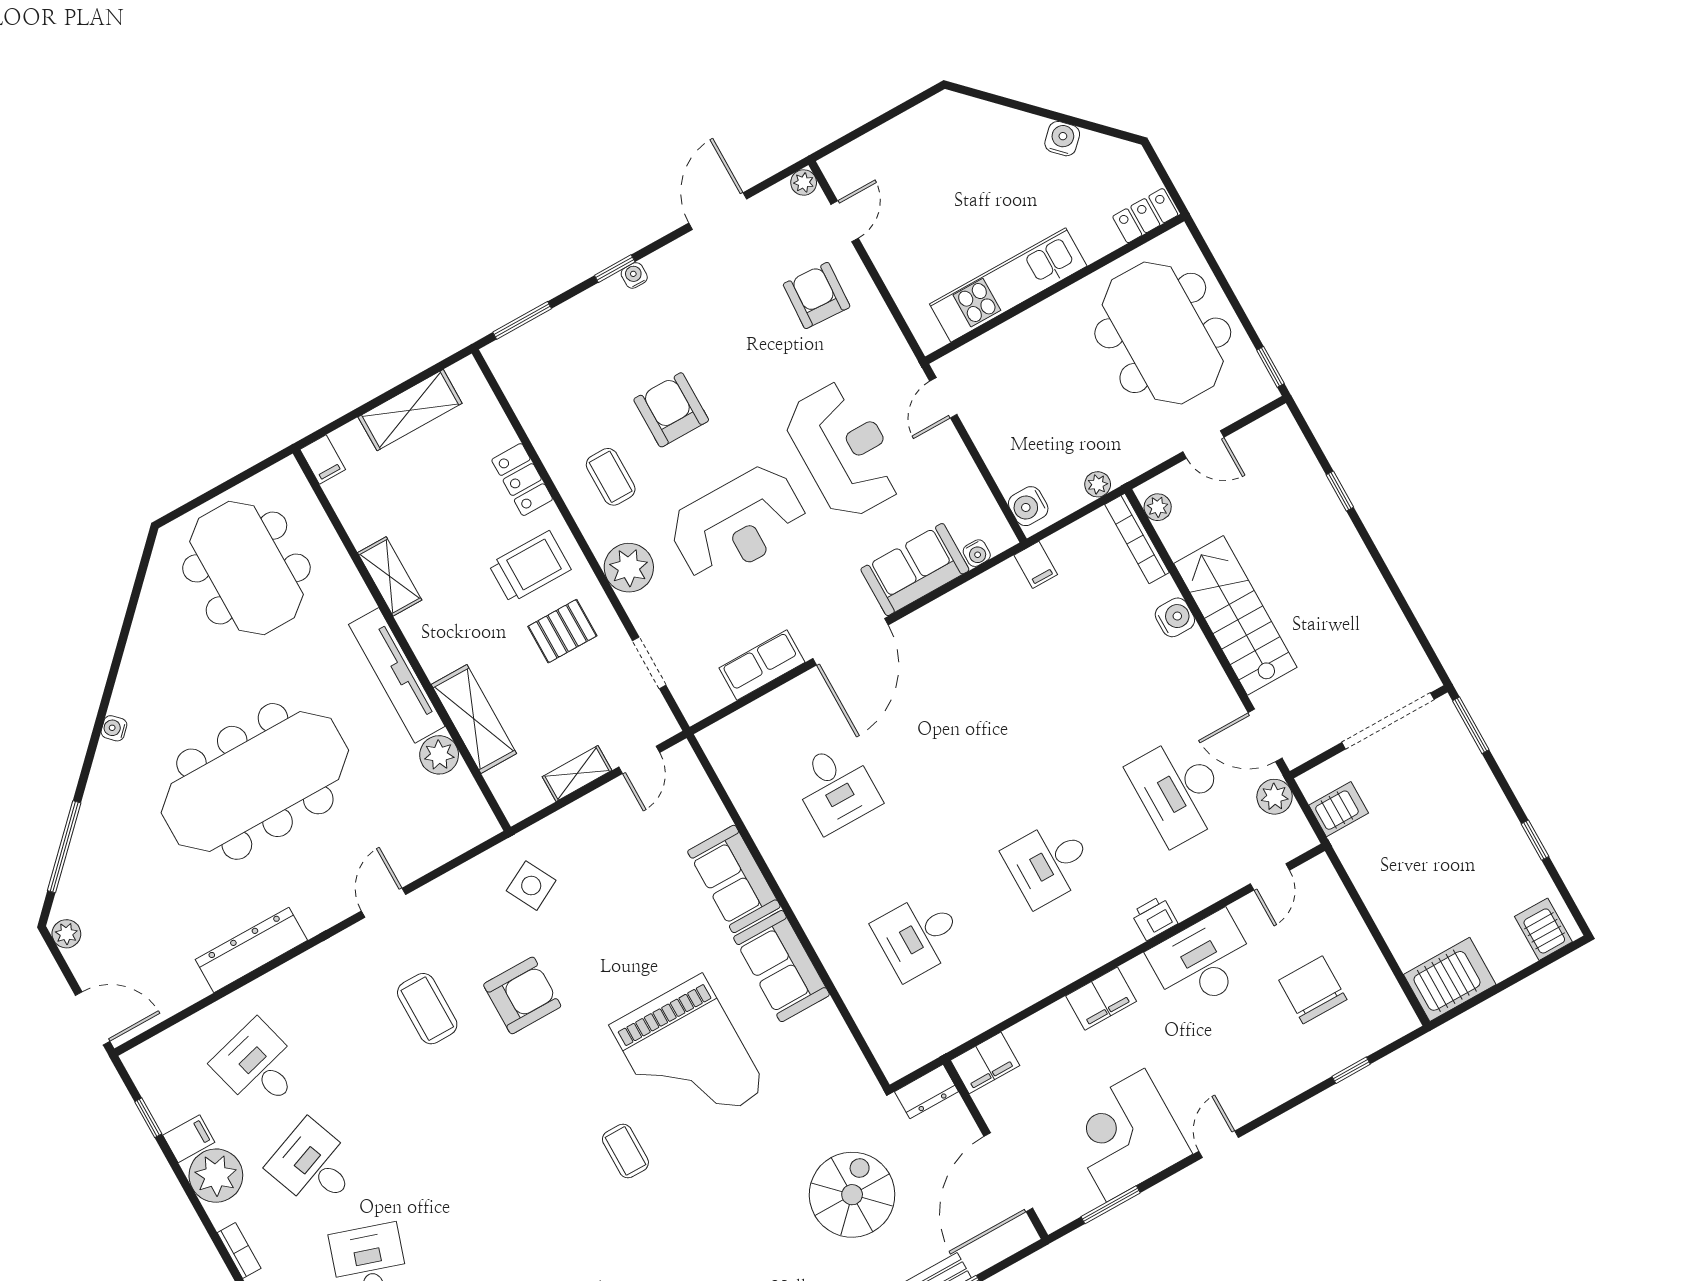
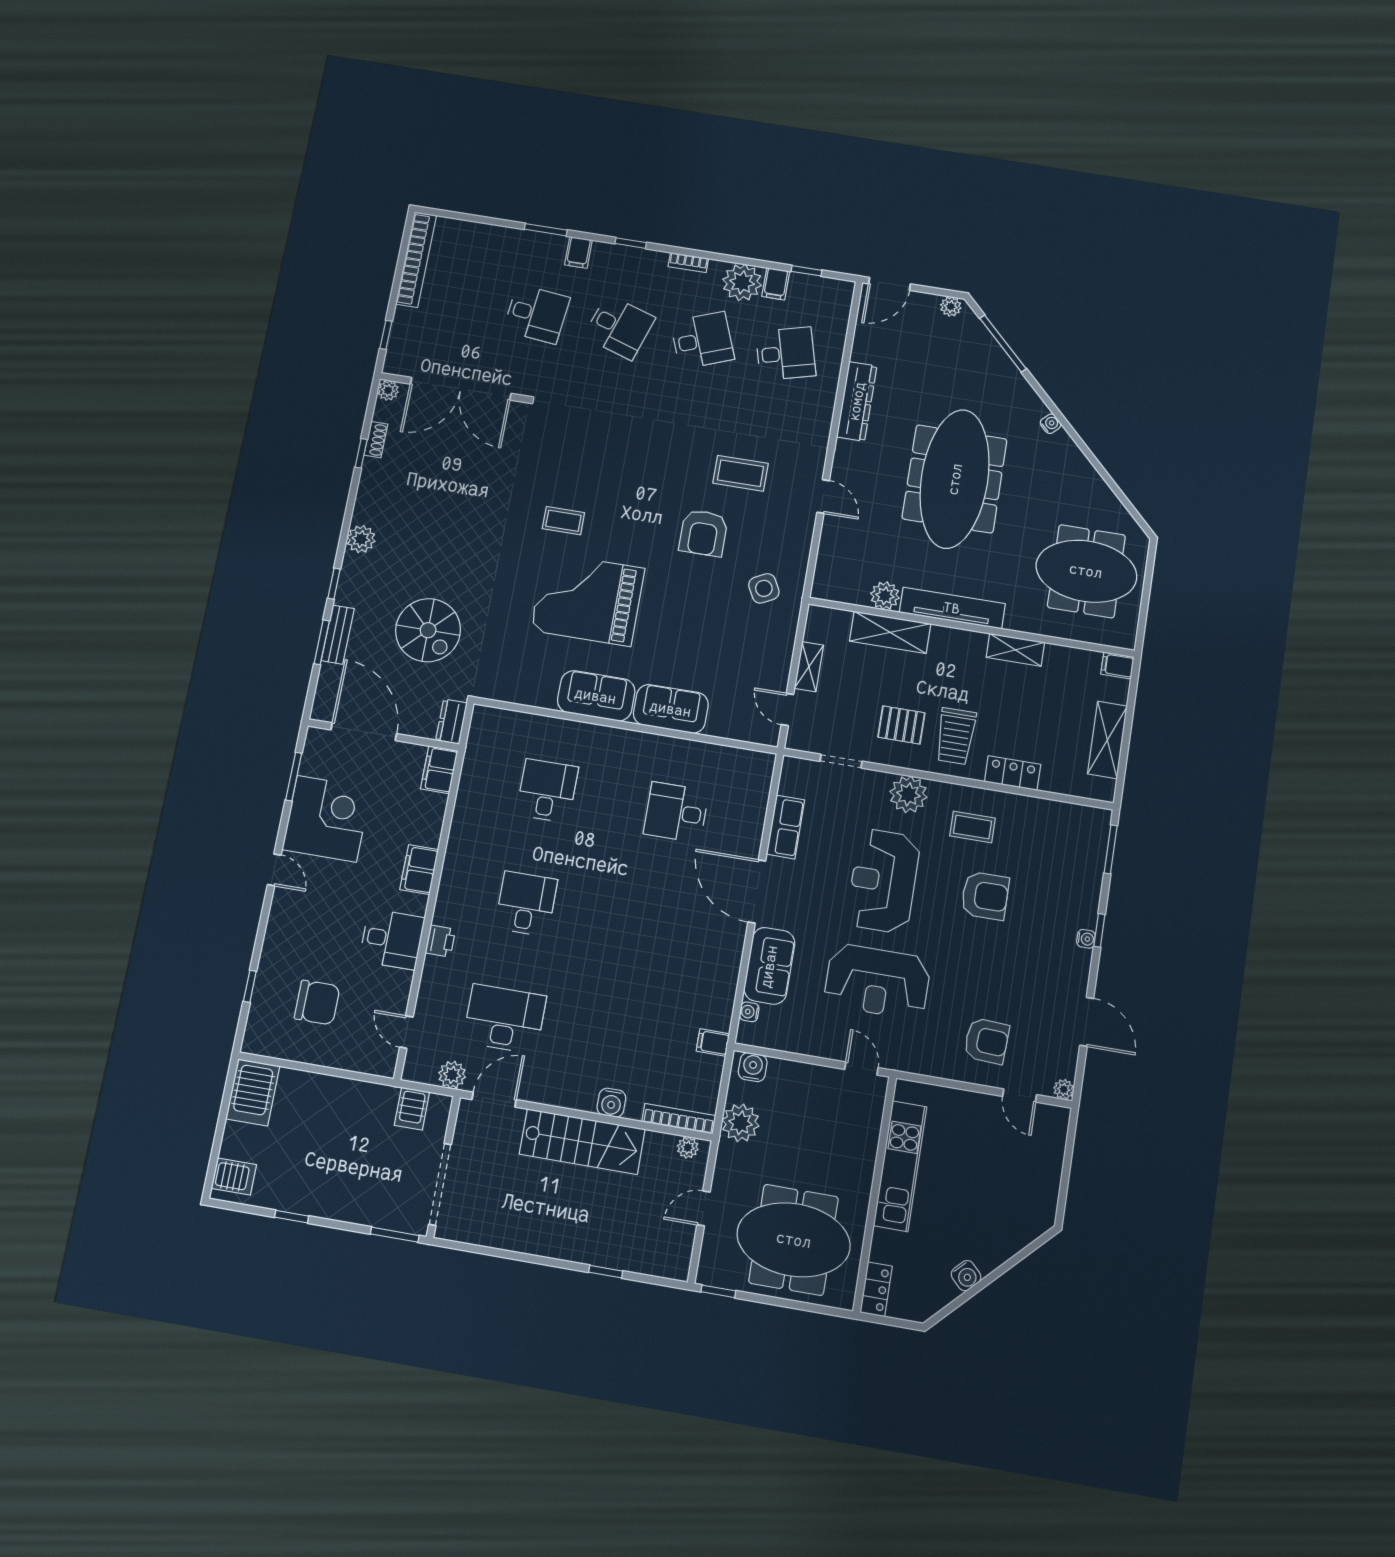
plant: (1098, 484) -> (741, 1123), width x1.88, depth x1.88
pallet: (562, 631) -> (901, 725), turned 90
desk: (1203, 962) -> (392, 939), width x0.73

